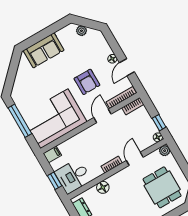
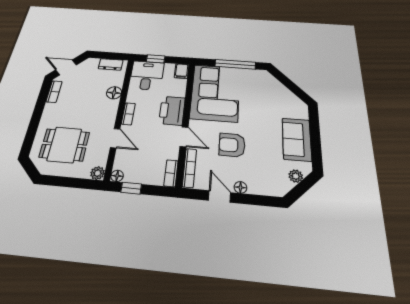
sofa: (44, 50) -> (297, 139), moved
printer: (89, 138) -> (172, 111), added

